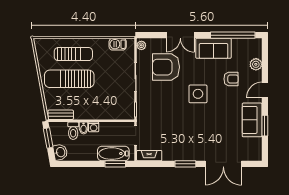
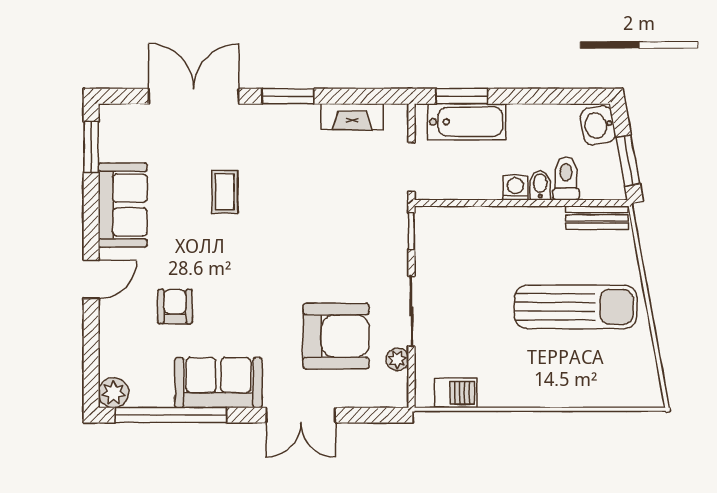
double door: (180, 35) -> (301, 415), swing flipped
plant: (141, 45) -> (397, 359), moved
sun lounger: (73, 54) -> (566, 368), removed
plant: (256, 64) -> (113, 393), moved
armchair: (231, 79) -> (175, 307), turned 90
side table: (198, 94) -> (257, 270), removed
coffee table: (211, 125) -> (225, 192), added
window: (265, 126) -> (91, 147), moved
fireplace: (149, 156) -> (352, 117), moved

